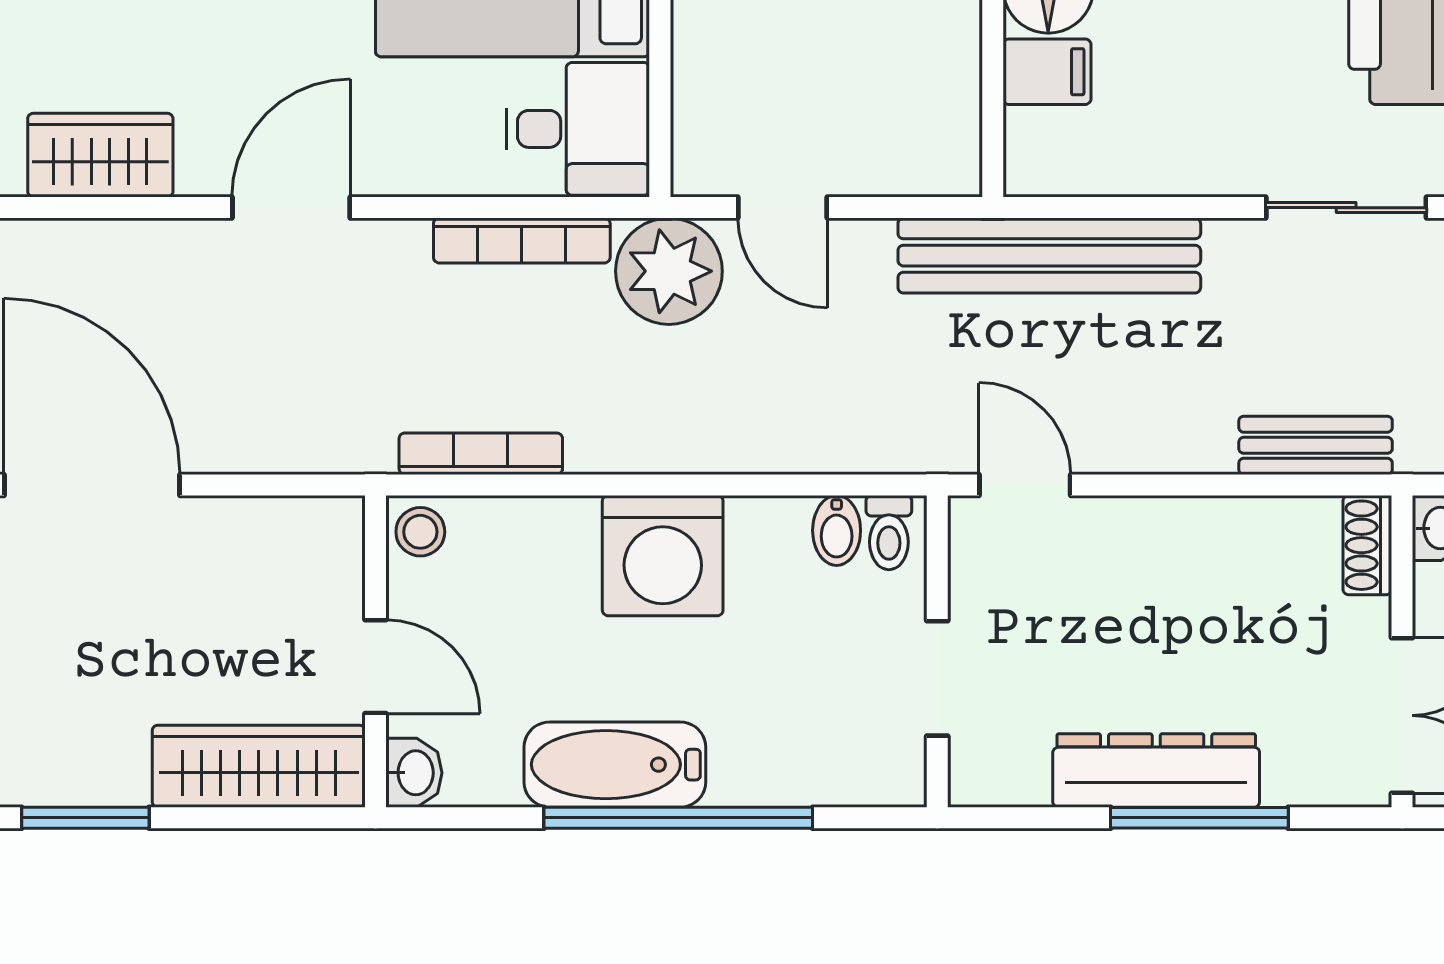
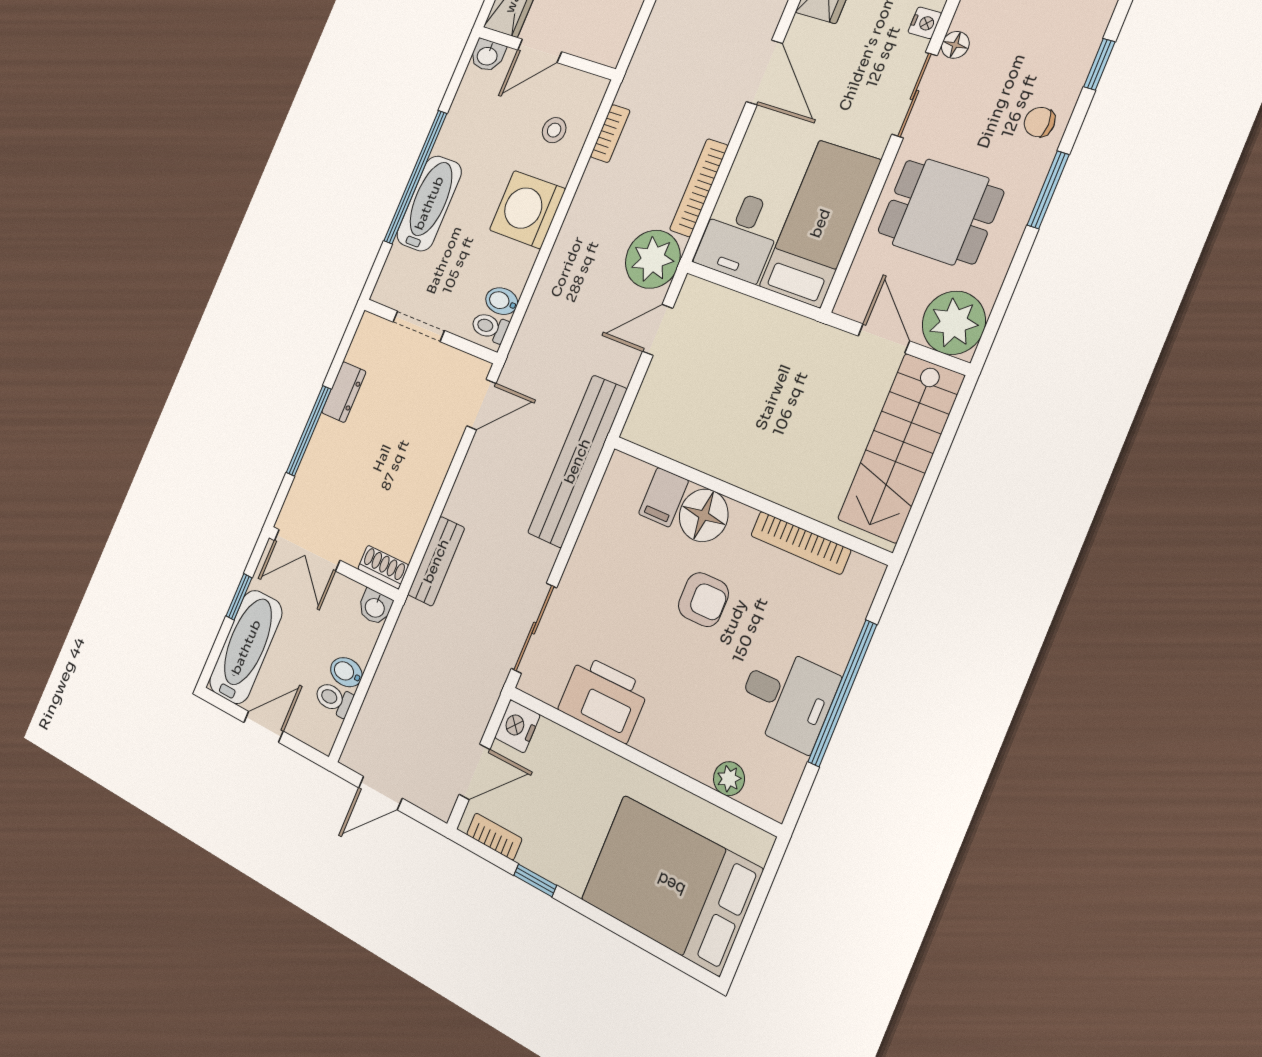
bookcase: (481, 454) -> (610, 134), width x0.64
stool: (420, 532) -> (554, 130), moved
bathtub: (615, 765) -> (429, 203), moved
dresser: (1156, 771) -> (344, 392), width x0.51, depth x0.80

